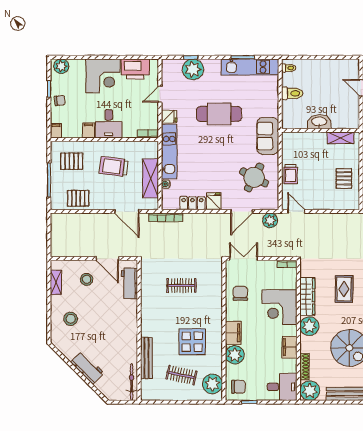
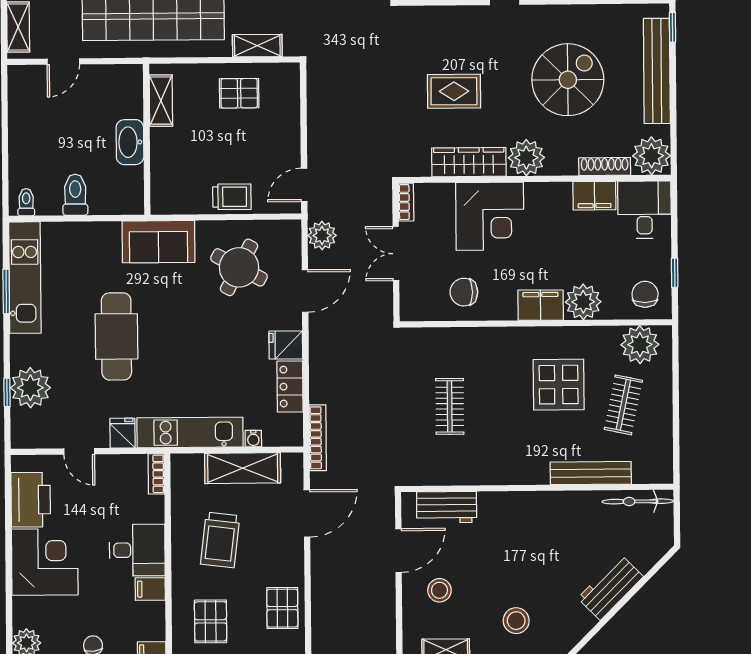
door: (242, 211) -> (305, 291), hinge flipped
double door: (244, 258) -> (396, 253), moved
filing cabinet: (289, 347) -> (594, 196), moved

